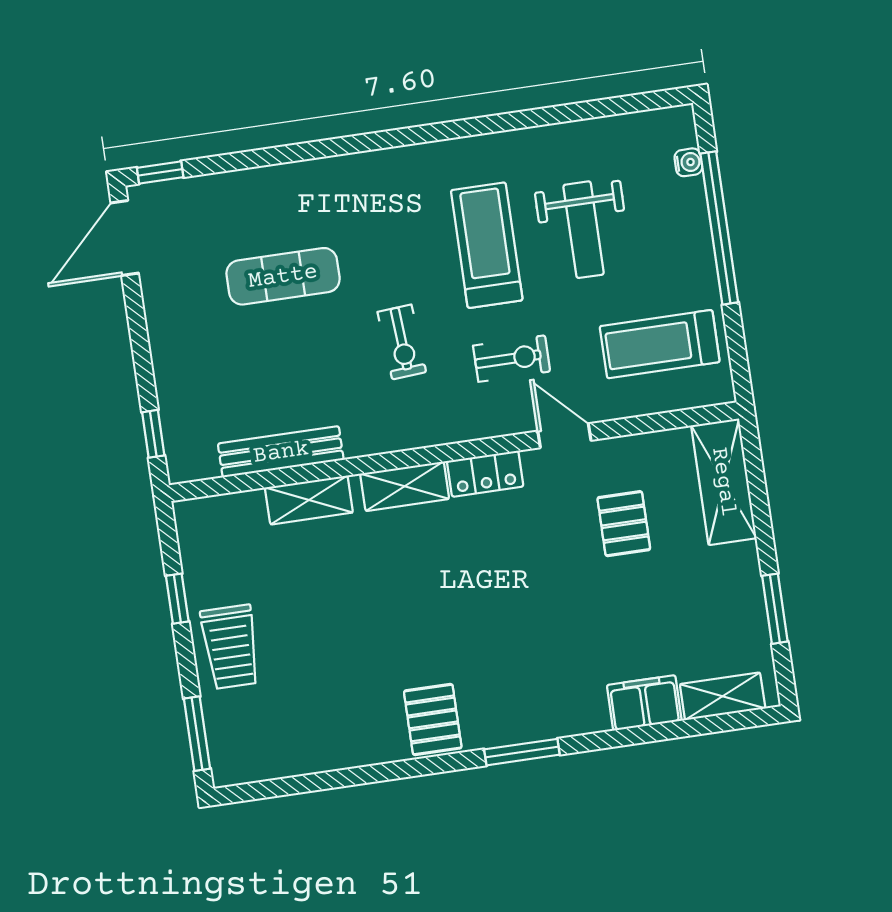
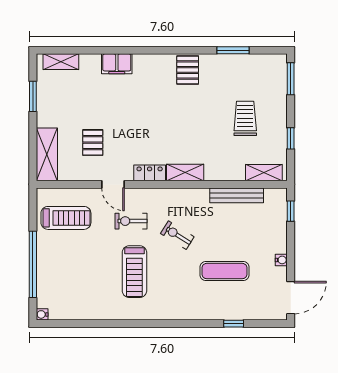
water cooler: (688, 162) -> (42, 314), moved
window: (160, 172) -> (234, 324), moved
weight bench: (584, 230) -> (92, 272), removed
water cooler: (158, 320) -> (281, 260), added
exercise bike: (402, 342) -> (177, 235), turned -54
shelving: (309, 500) -> (264, 173), moved
trolley: (231, 647) -> (245, 118), moved
filing cabinet: (644, 703) -> (117, 64), moved
window: (522, 752) -> (233, 50), moved

